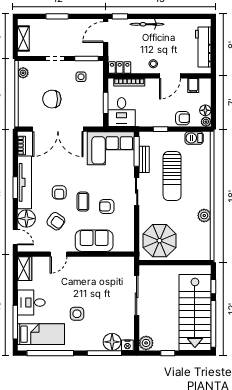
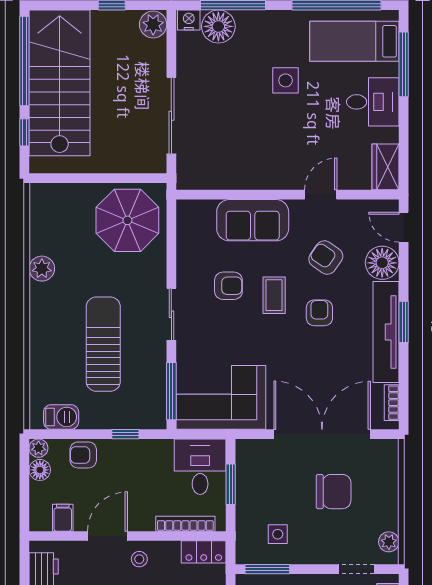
doorway: (55, 59) -> (356, 569), moved
bench: (144, 159) -> (157, 376), removed

